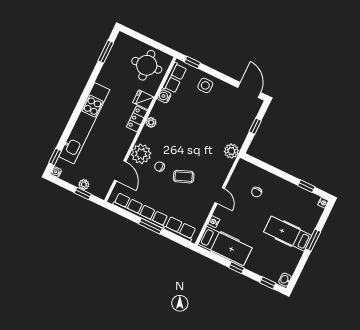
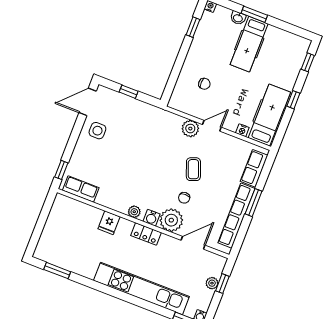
round table: (147, 65) -> (69, 222), removed
side table: (205, 85) -> (97, 131), moved
water cooler: (164, 96) -> (152, 218), moved
locker: (137, 119) -> (146, 234), moved
plant: (231, 151) -> (190, 129), moved
washbasin: (285, 280) -> (238, 18), moved

